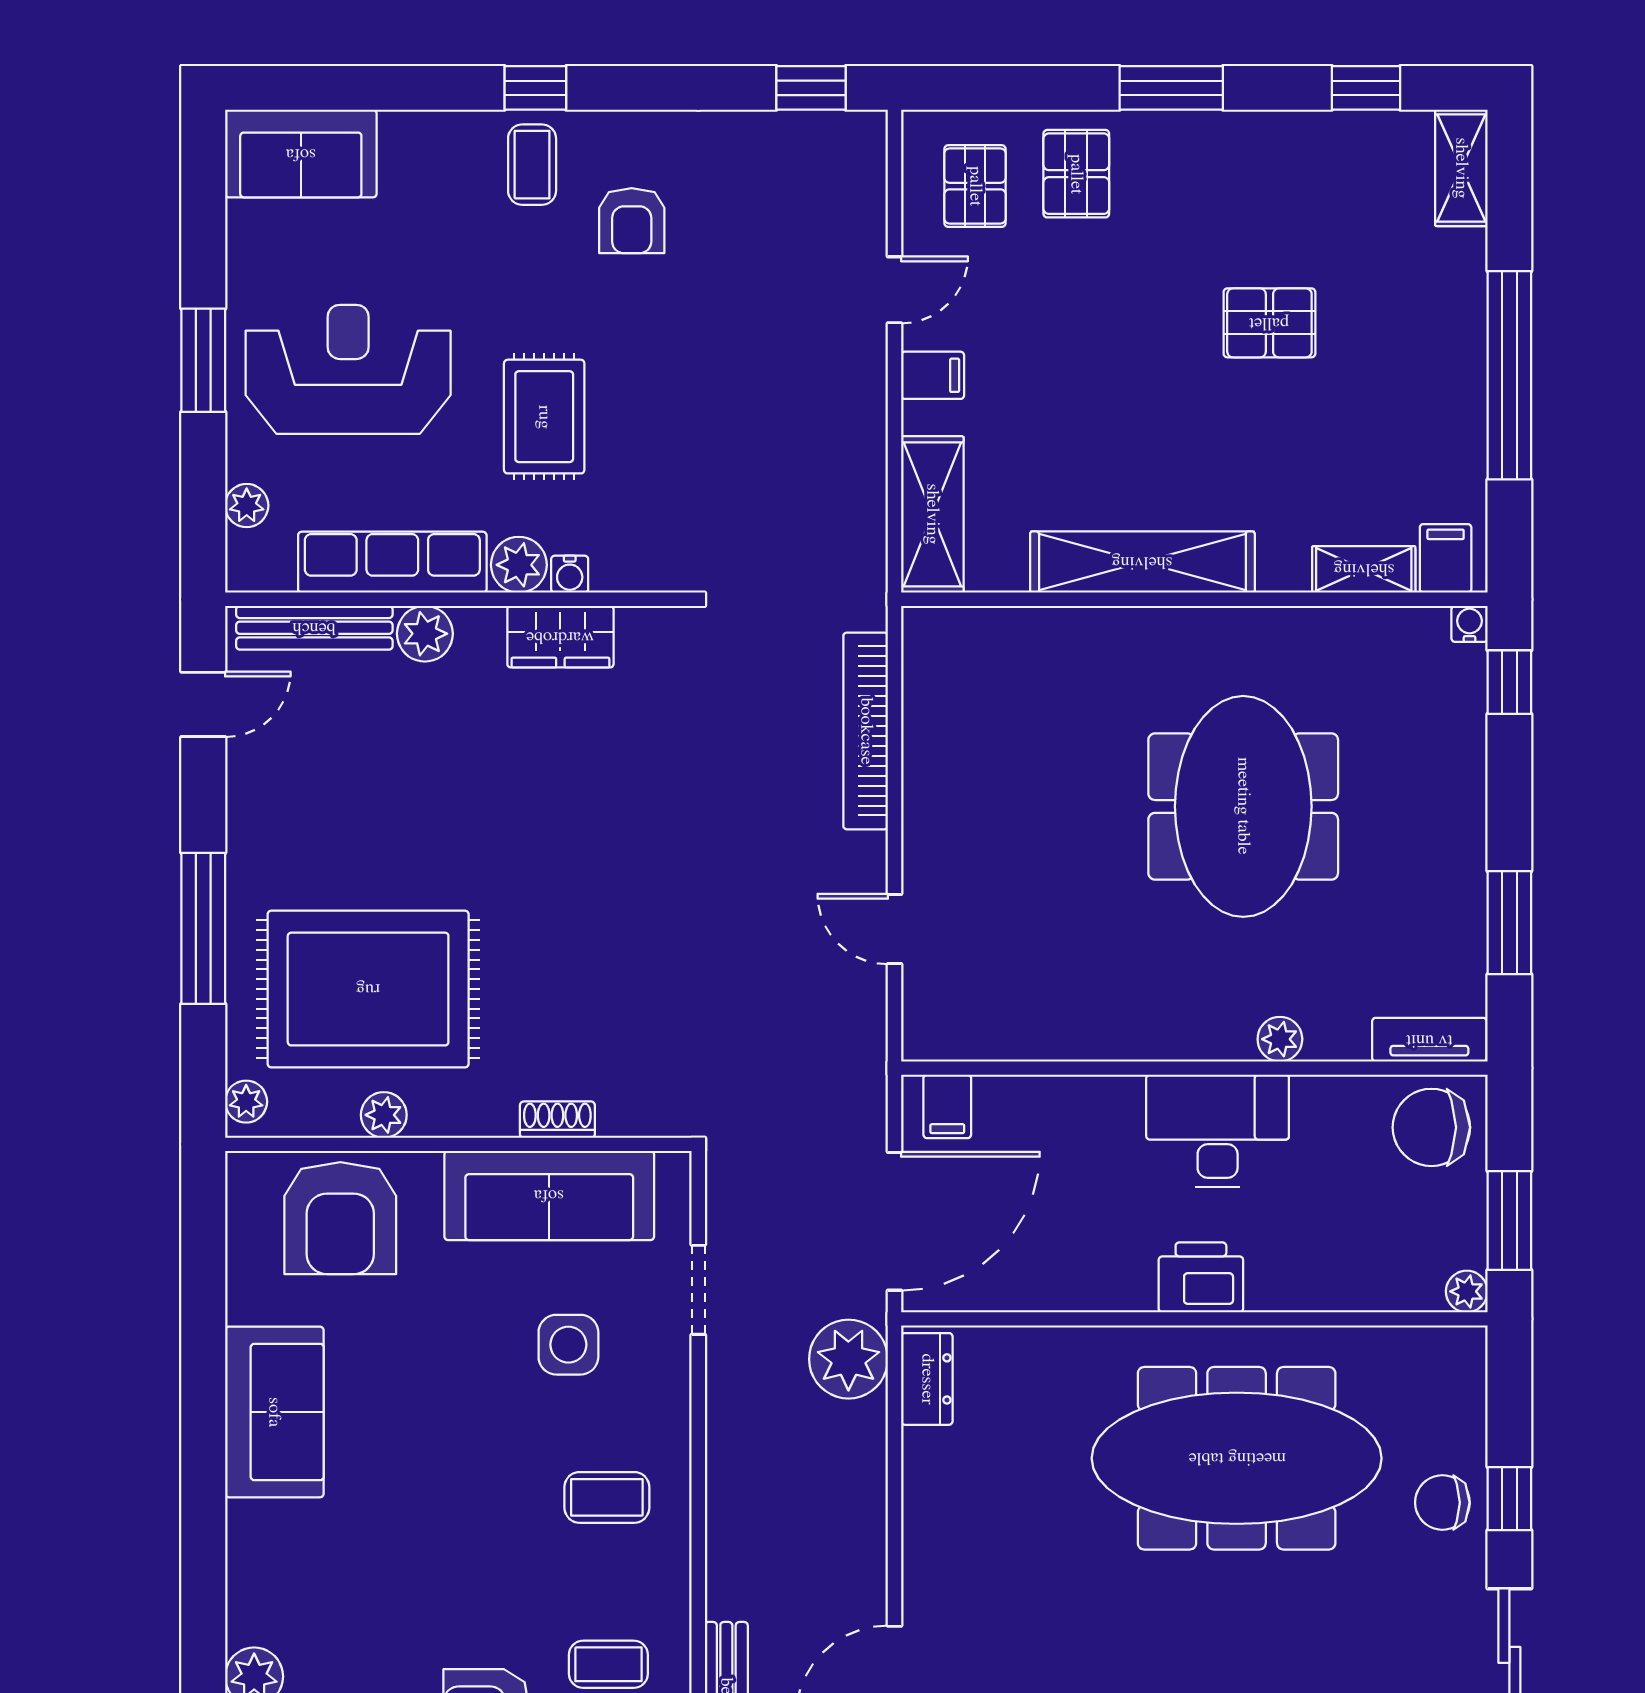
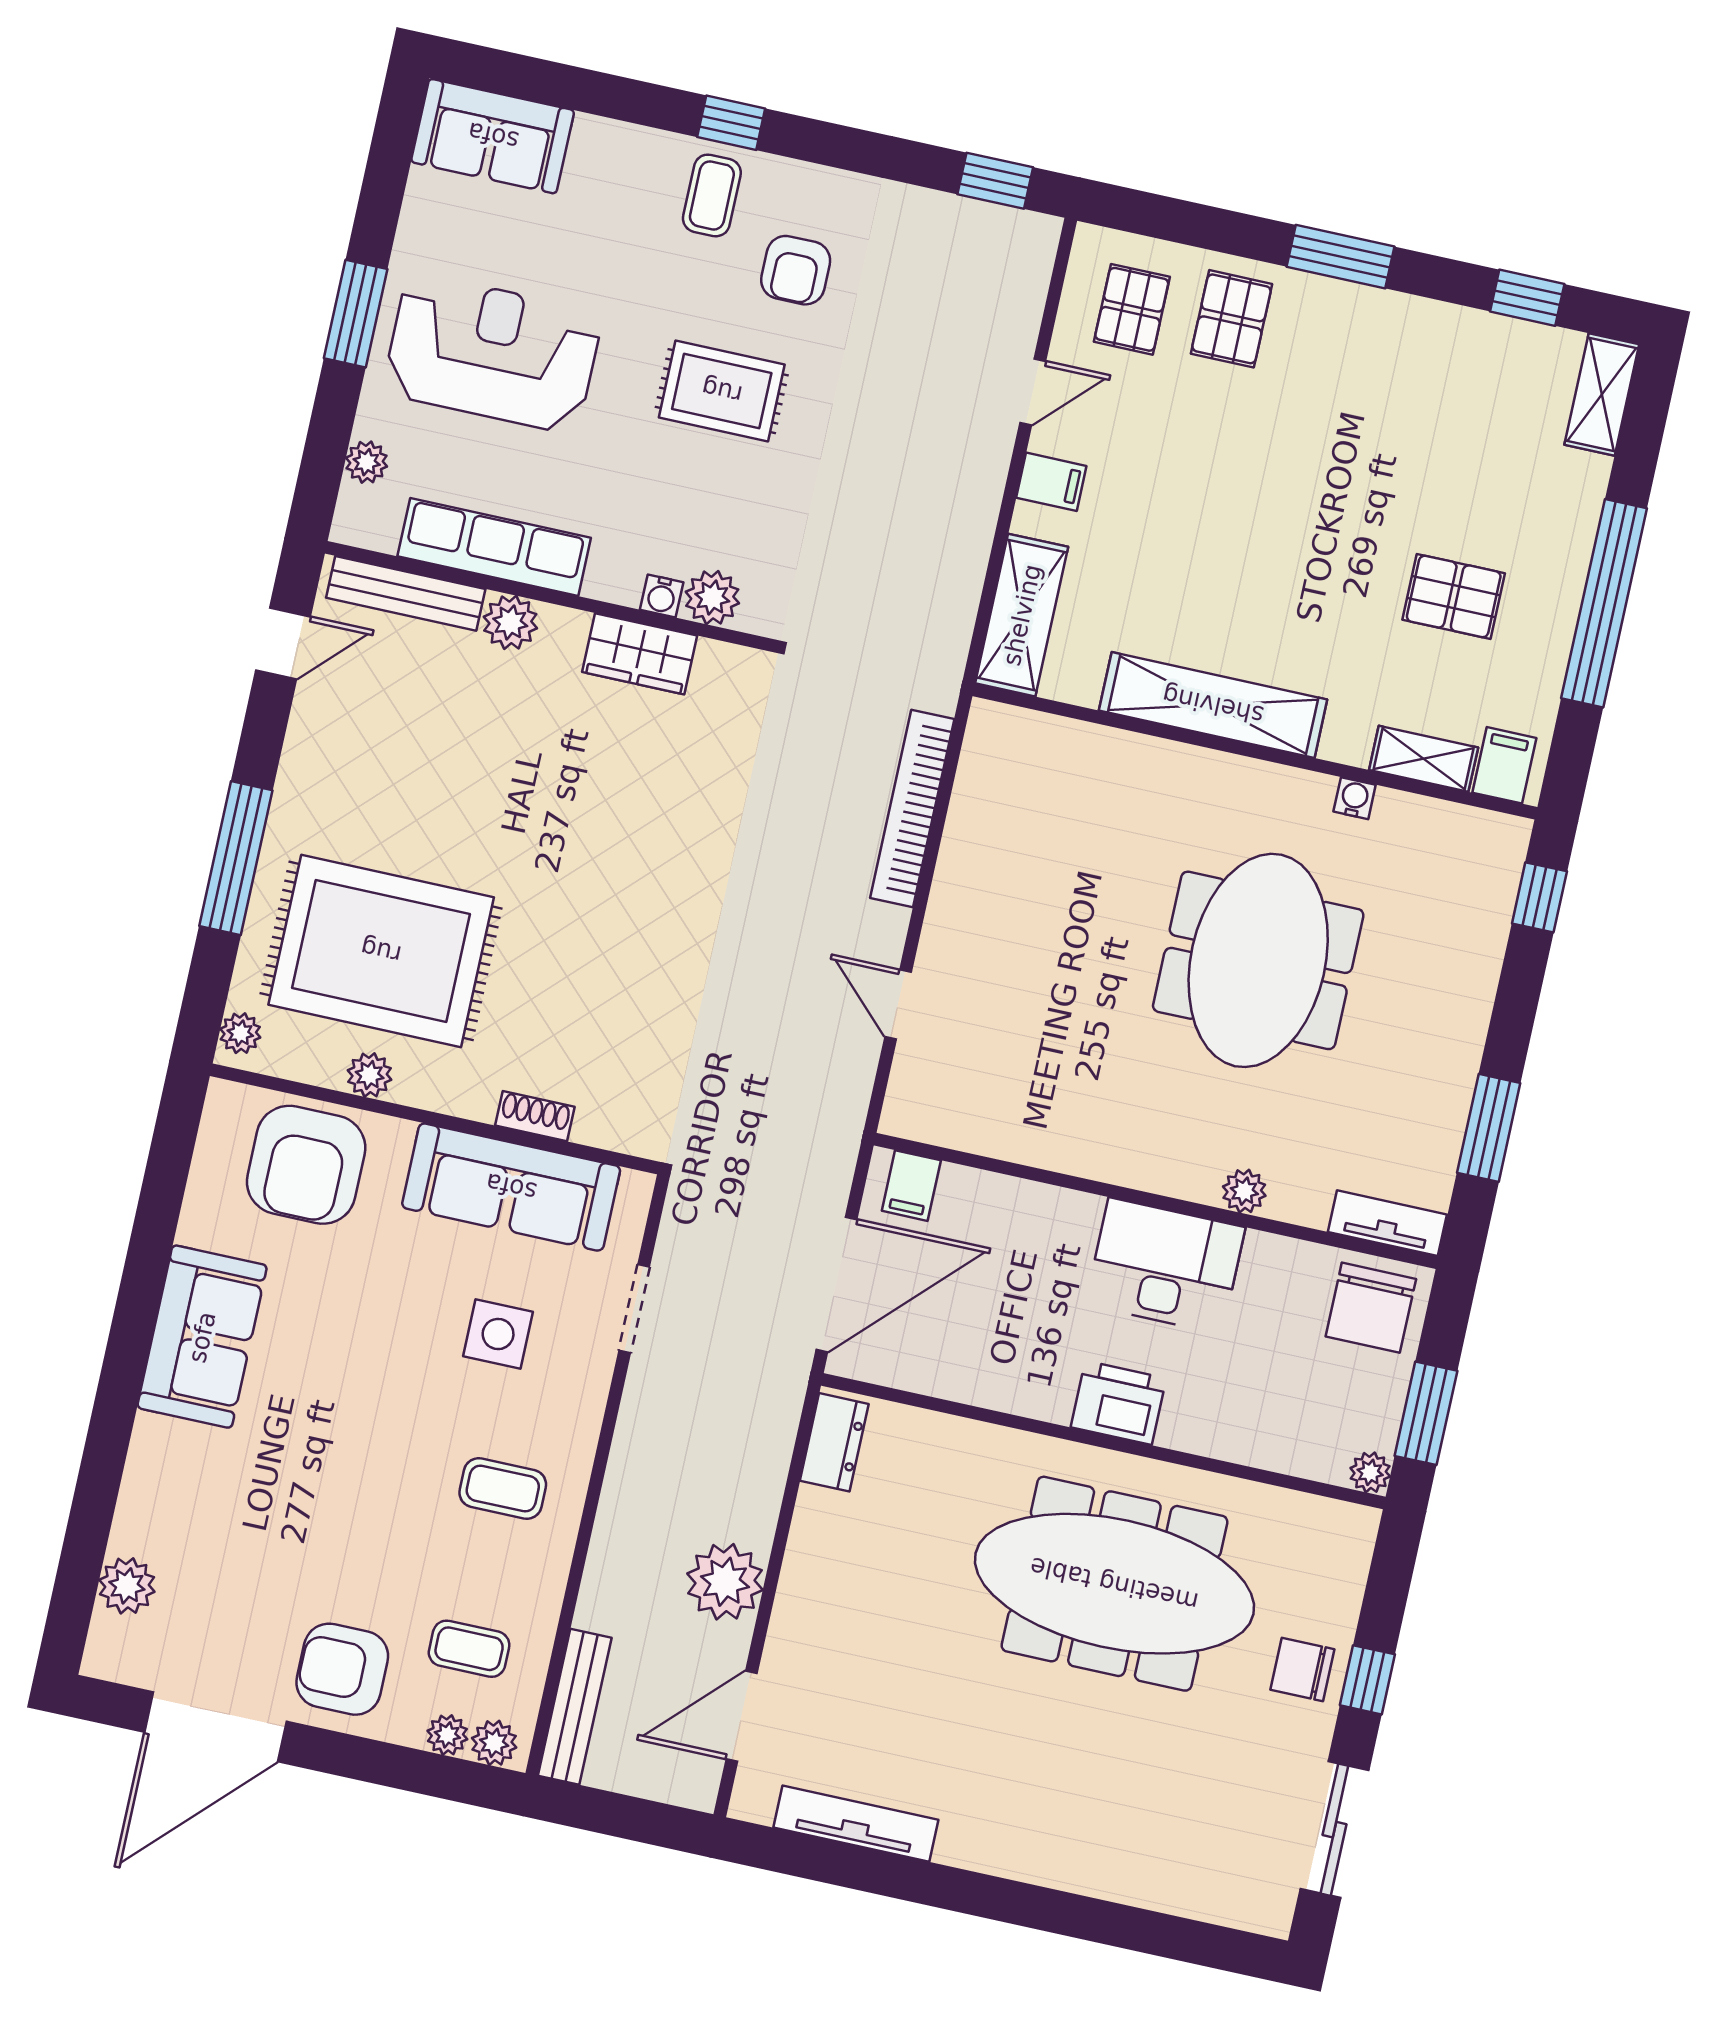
pallet: (1269, 323) -> (1454, 596), moved
rug: (544, 417) -> (722, 391), moved, turned 90
plant: (519, 565) -> (712, 598), moved
water cooler: (1469, 624) -> (1355, 798), moved
chair: (1431, 1127) -> (1371, 1308), turned -90
plant: (848, 1359) -> (725, 1582), moved

